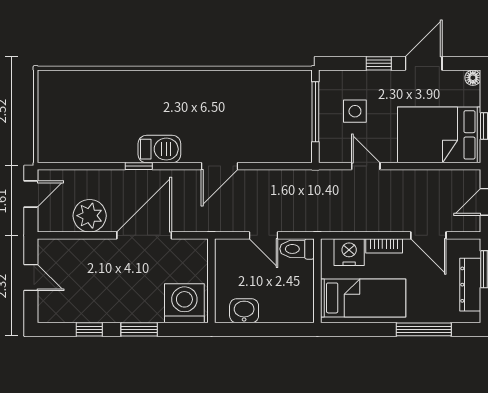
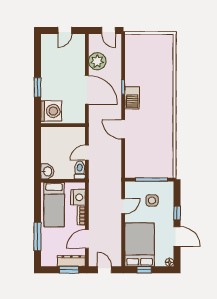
dresser: (470, 285) -> (71, 261), moved
washbasin: (244, 311) -> (47, 171), moved
window: (89, 329) -> (38, 61), removed

